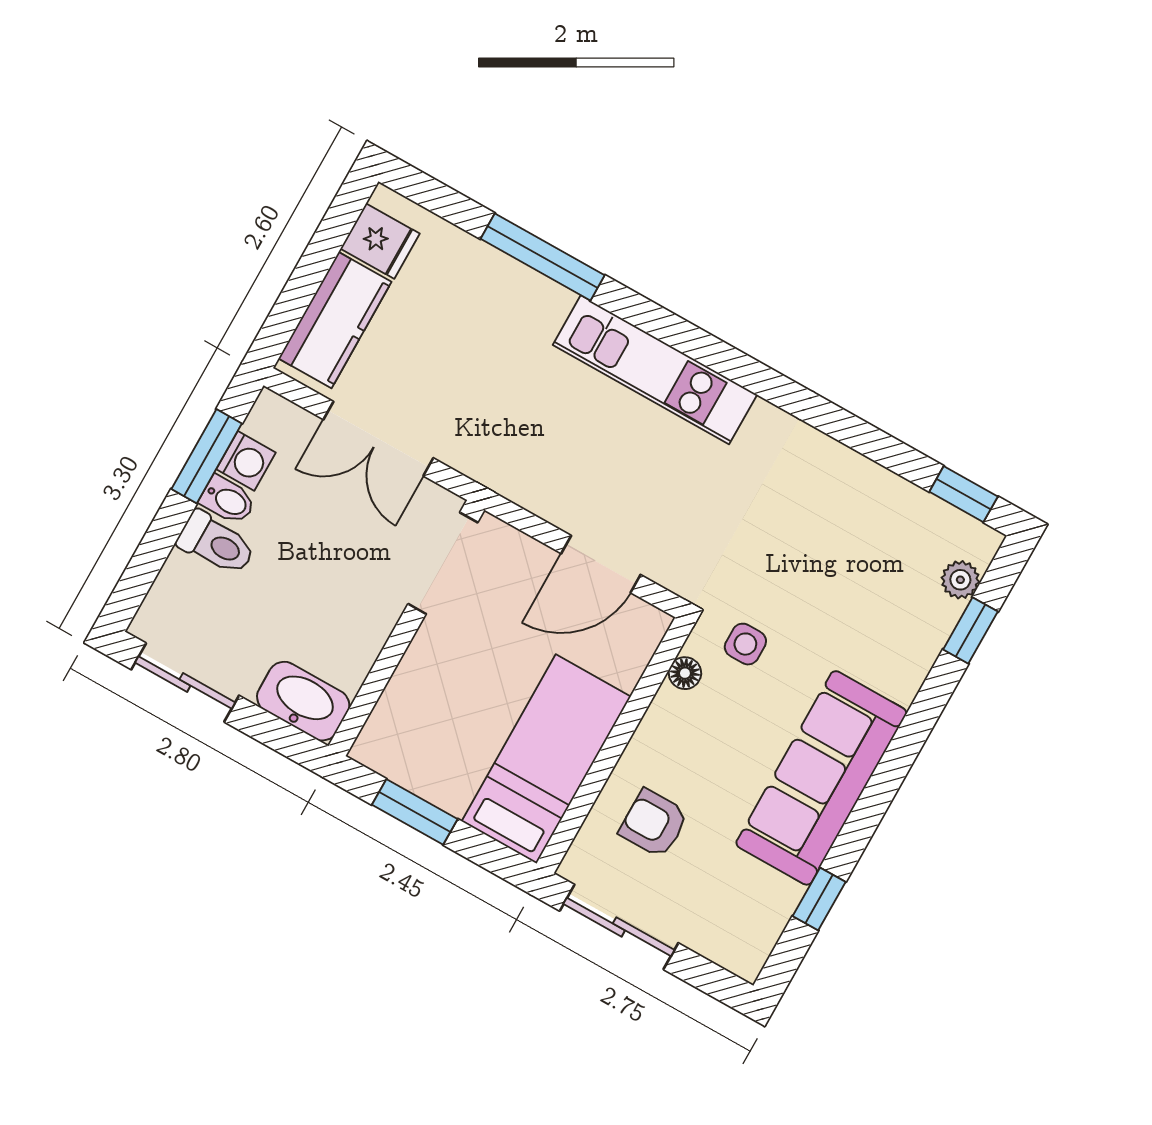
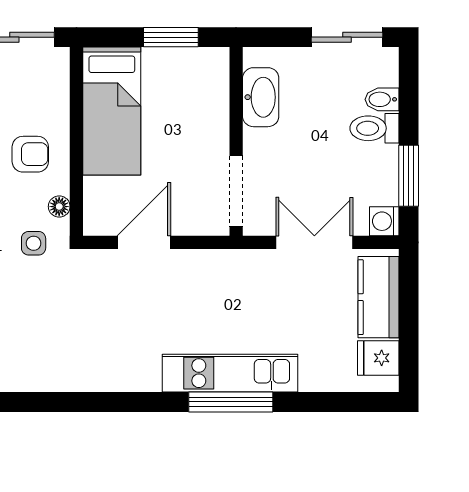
window: (543, 257) -> (231, 402), moved
kitchen unit: (655, 370) -> (230, 373), moved
washing machine: (246, 461) -> (384, 221), moved
bidet: (228, 500) -> (382, 99), moved
washbasin: (303, 701) -> (261, 97), moved, turned -90
armchair: (654, 823) -> (30, 154), moved

